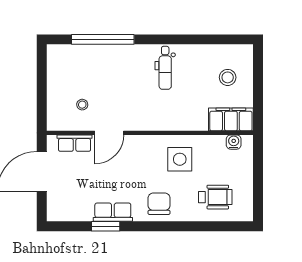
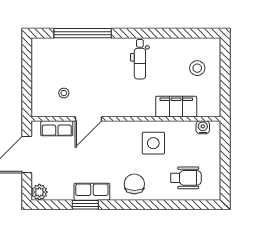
filing cabinet: (231, 119) -> (176, 107), moved
plant: (56, 213) -> (39, 192), added

